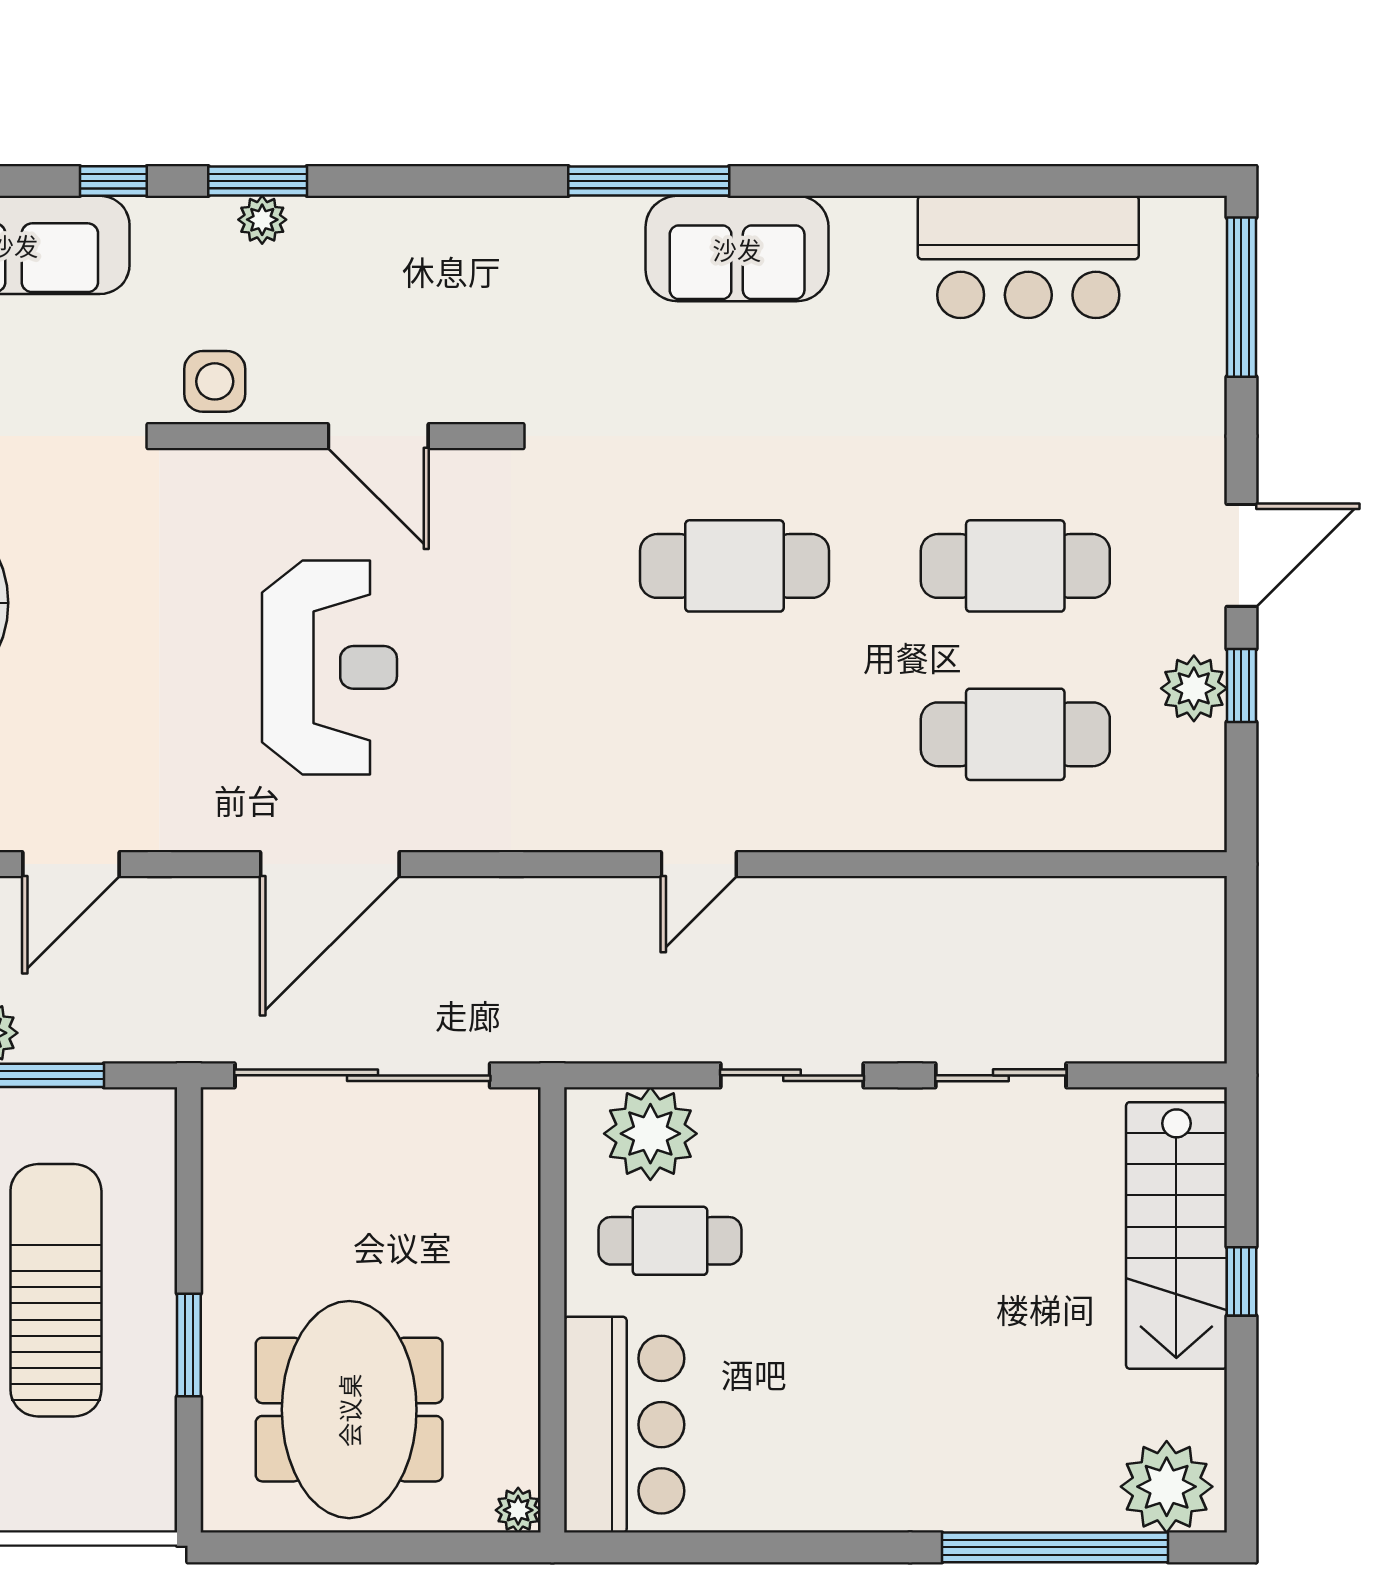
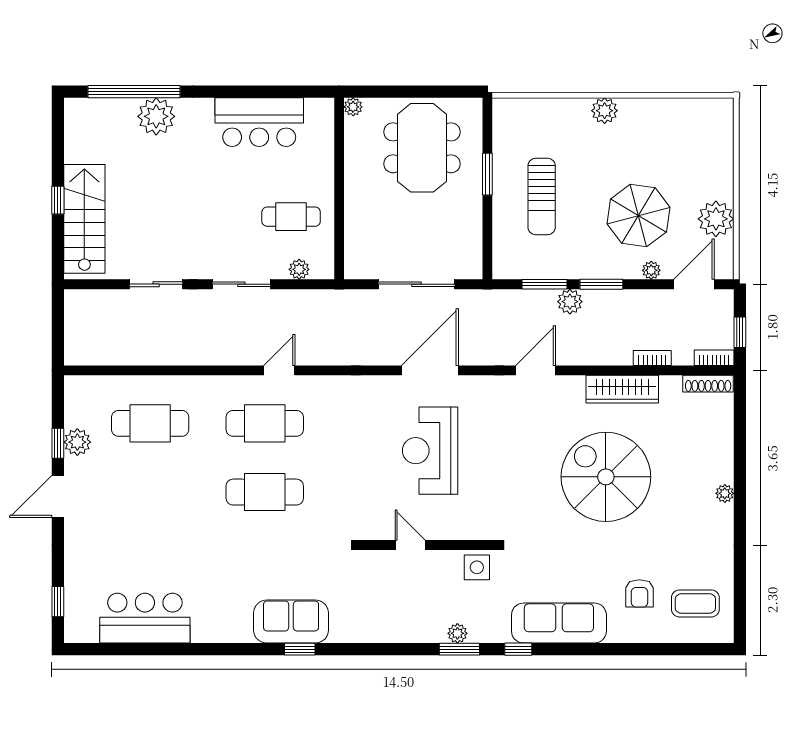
window: (649, 181) -> (300, 649), width x0.46
sofa: (737, 249) -> (291, 622), moved
window: (1241, 297) -> (58, 602), width x0.46
door: (378, 436) -> (410, 545), width x0.73
cafe table: (1015, 566) -> (265, 423), moved
sliding door: (362, 1075) -> (417, 284), width x0.73
plant: (650, 1134) -> (299, 269), width x0.53, depth x0.53
sun lounger: (56, 1290) -> (542, 196), width x0.73, depth x0.75
bar counter: (624, 1425) -> (259, 122), moved, turned -90
plant: (1167, 1487) -> (156, 116), moved

